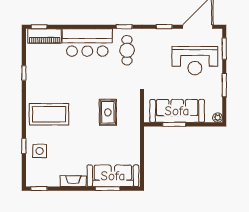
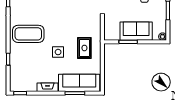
sofa: (177, 111) -> (136, 31), width x0.73
rug: (108, 112) -> (84, 48), moved
side table: (40, 151) -> (58, 52), moved

